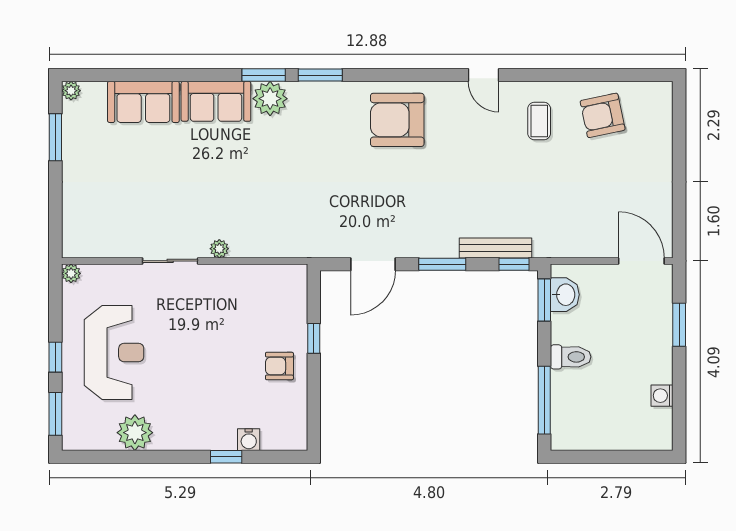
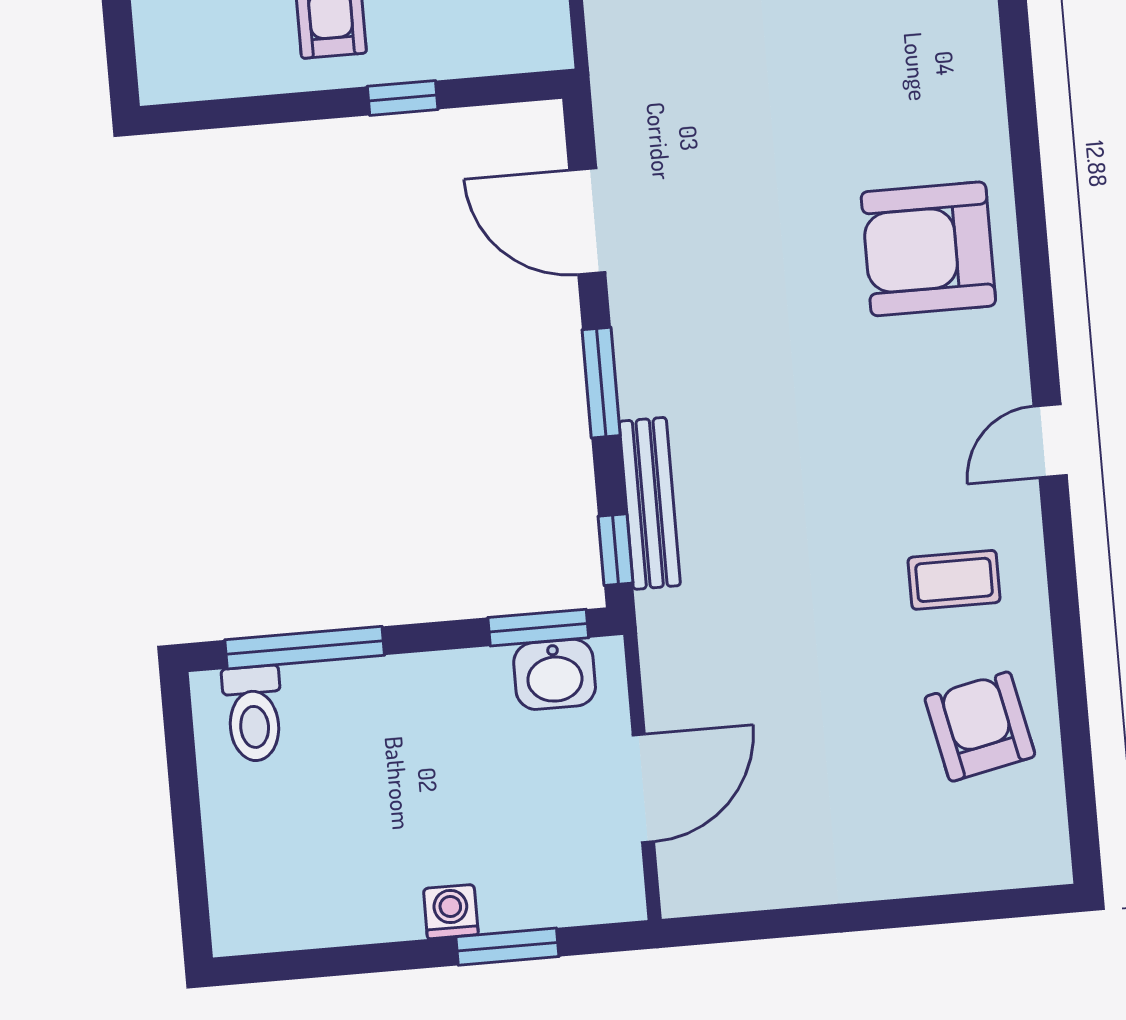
window: (320, 75) -> (1017, 61), removed
armchair: (397, 120) -> (928, 249), turned -90
door: (641, 261) -> (643, 788), moved
toilet: (571, 357) -> (253, 714), moved
washing machine: (662, 396) -> (451, 912), moved

